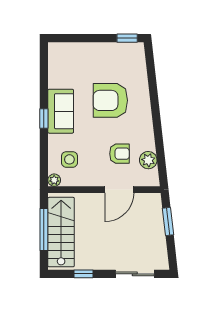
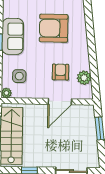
armchair: (119, 154) -> (60, 72), turned -90

